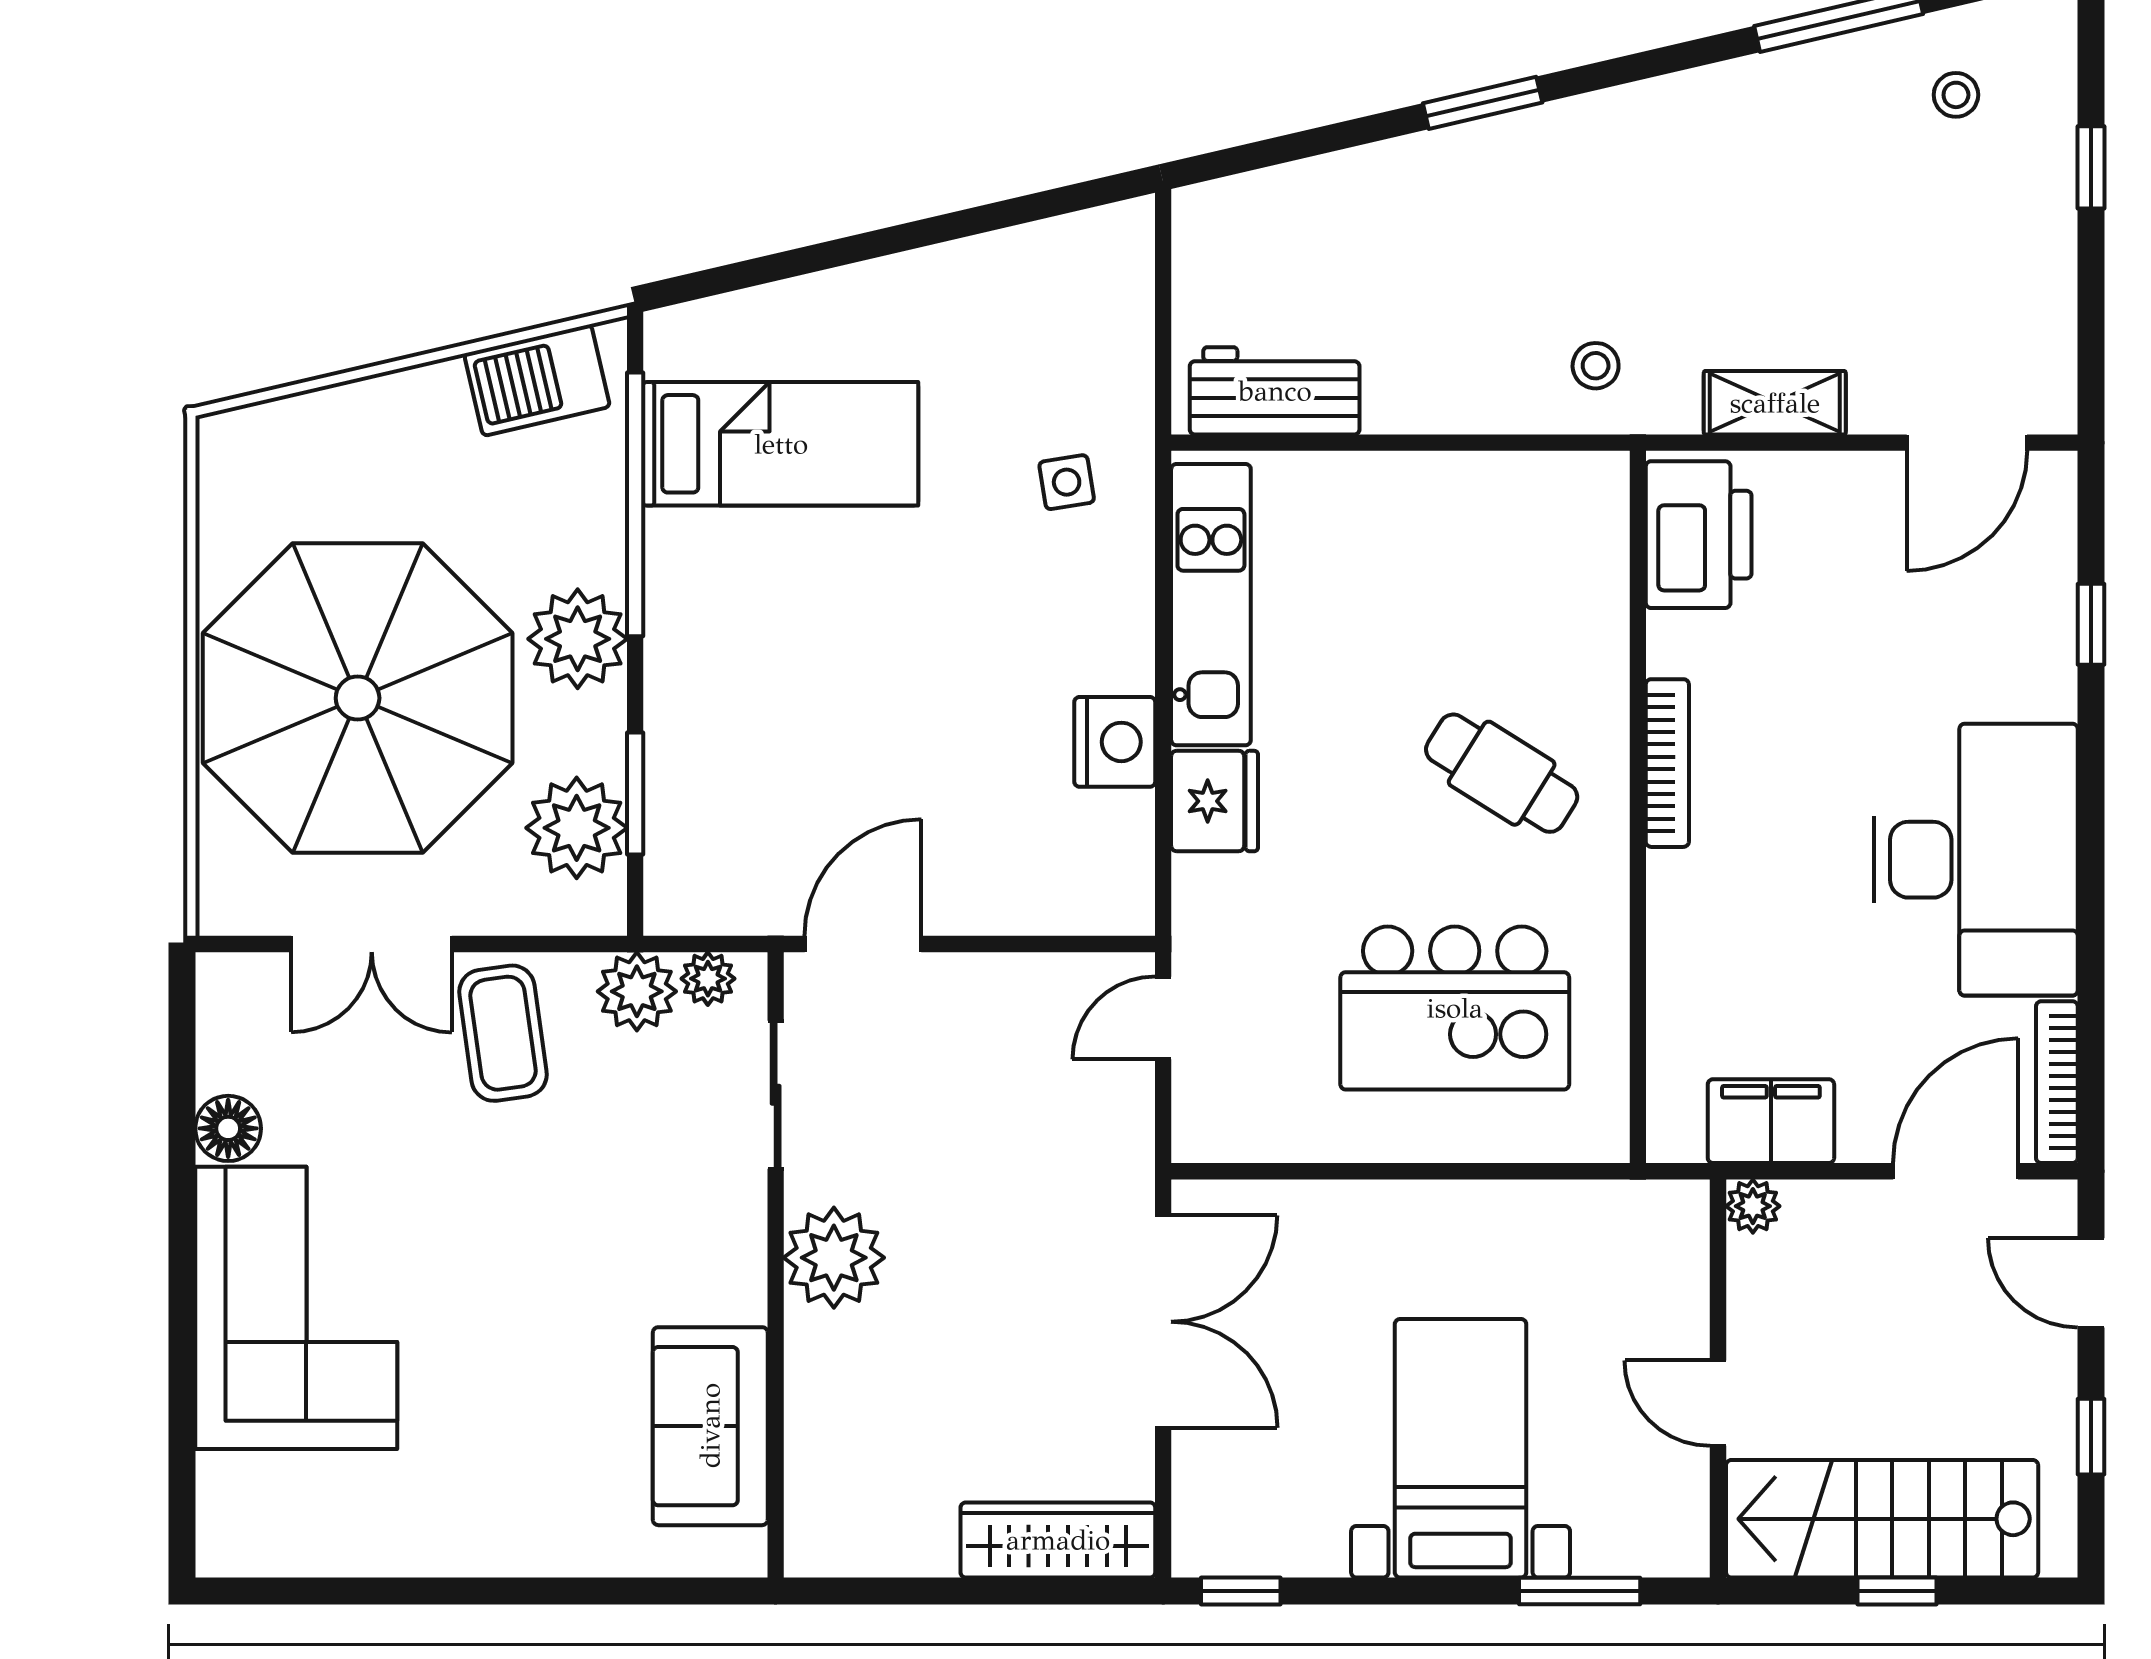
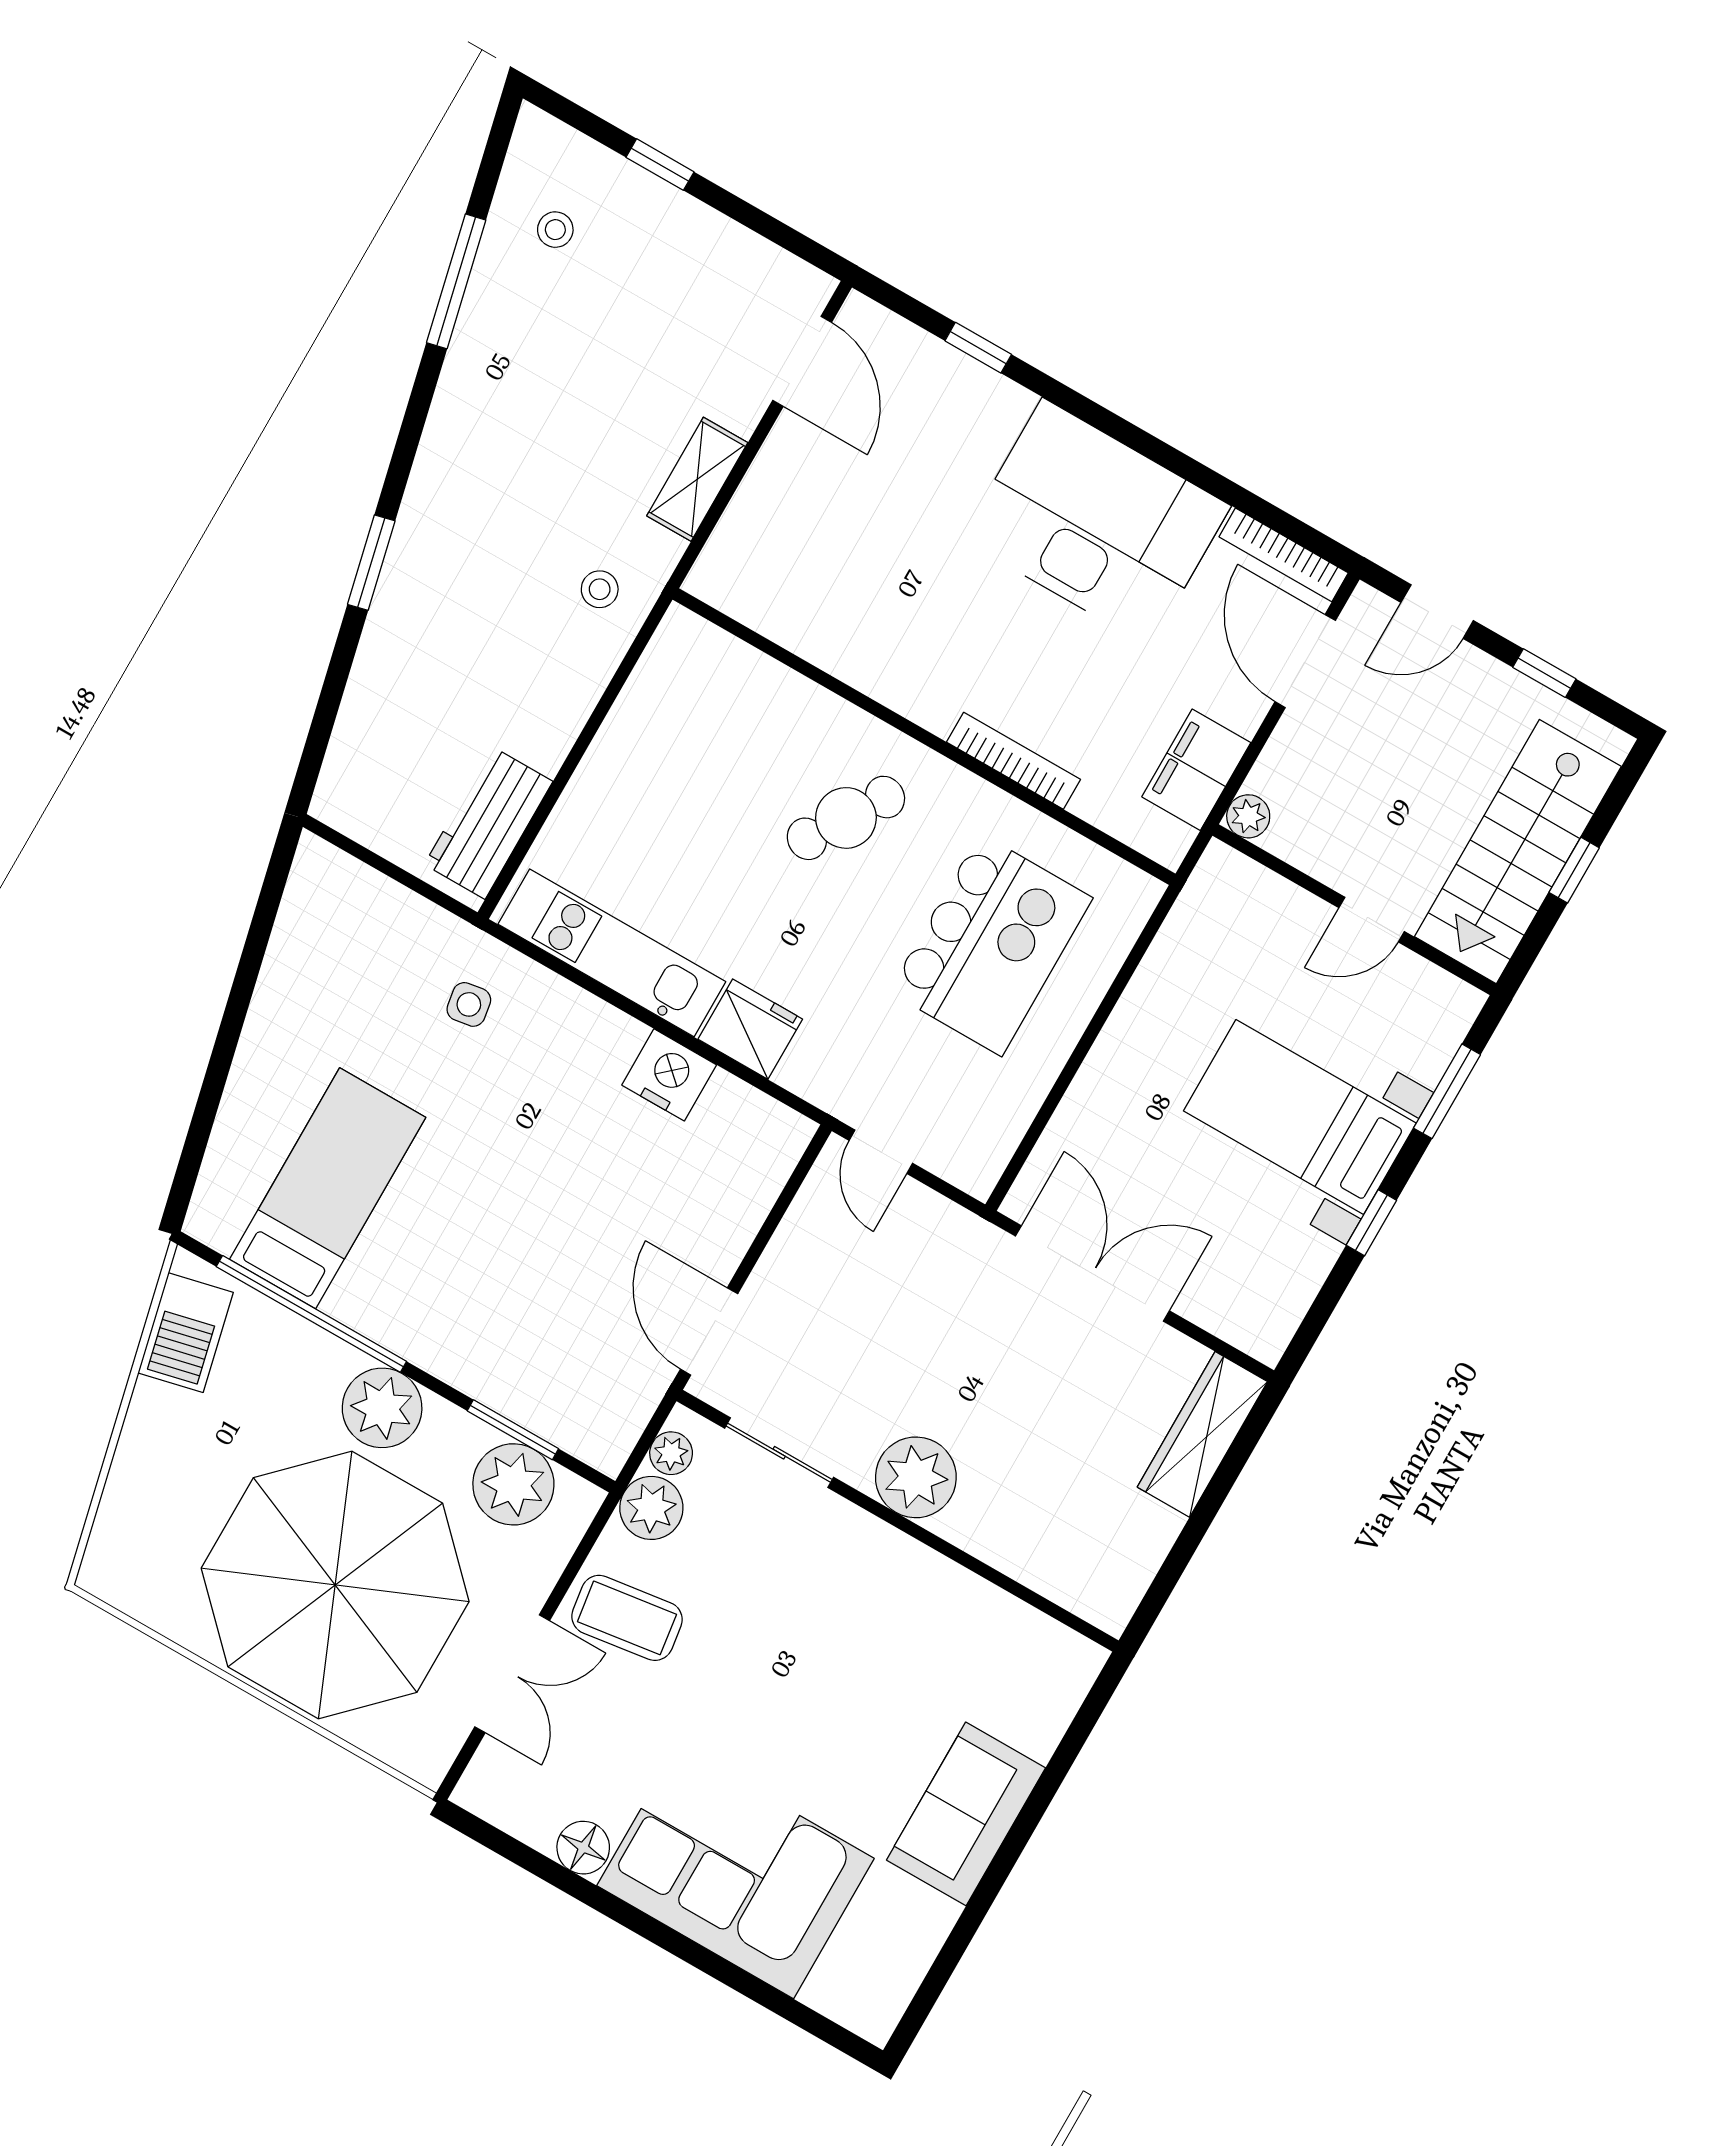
printer: (1699, 535) -> (759, 585), removed
bookcase: (1667, 763) -> (1014, 761), moved
sofa: (710, 1426) -> (966, 1814), moved, turned 90
window: (1241, 1591) -> (1371, 1223), moved

